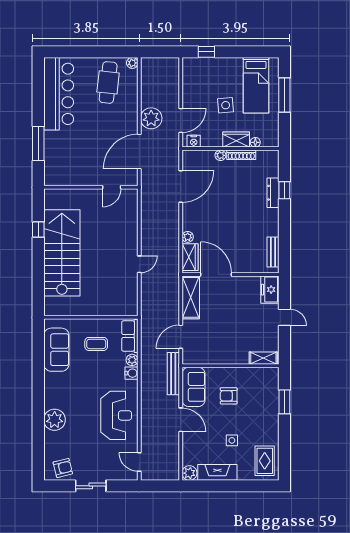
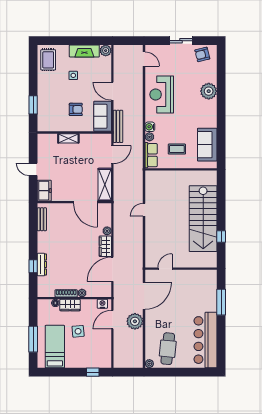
wardrobe: (190, 257) -> (105, 246), moved
shelving: (263, 358) -> (68, 138), moved

